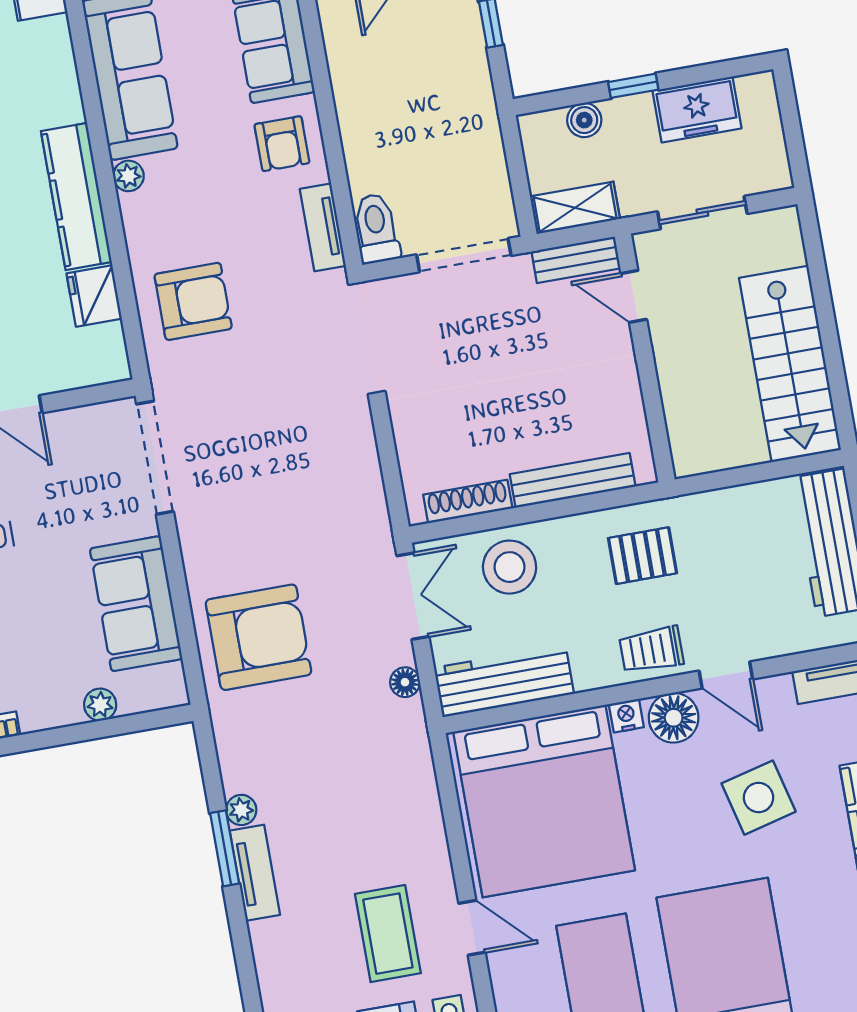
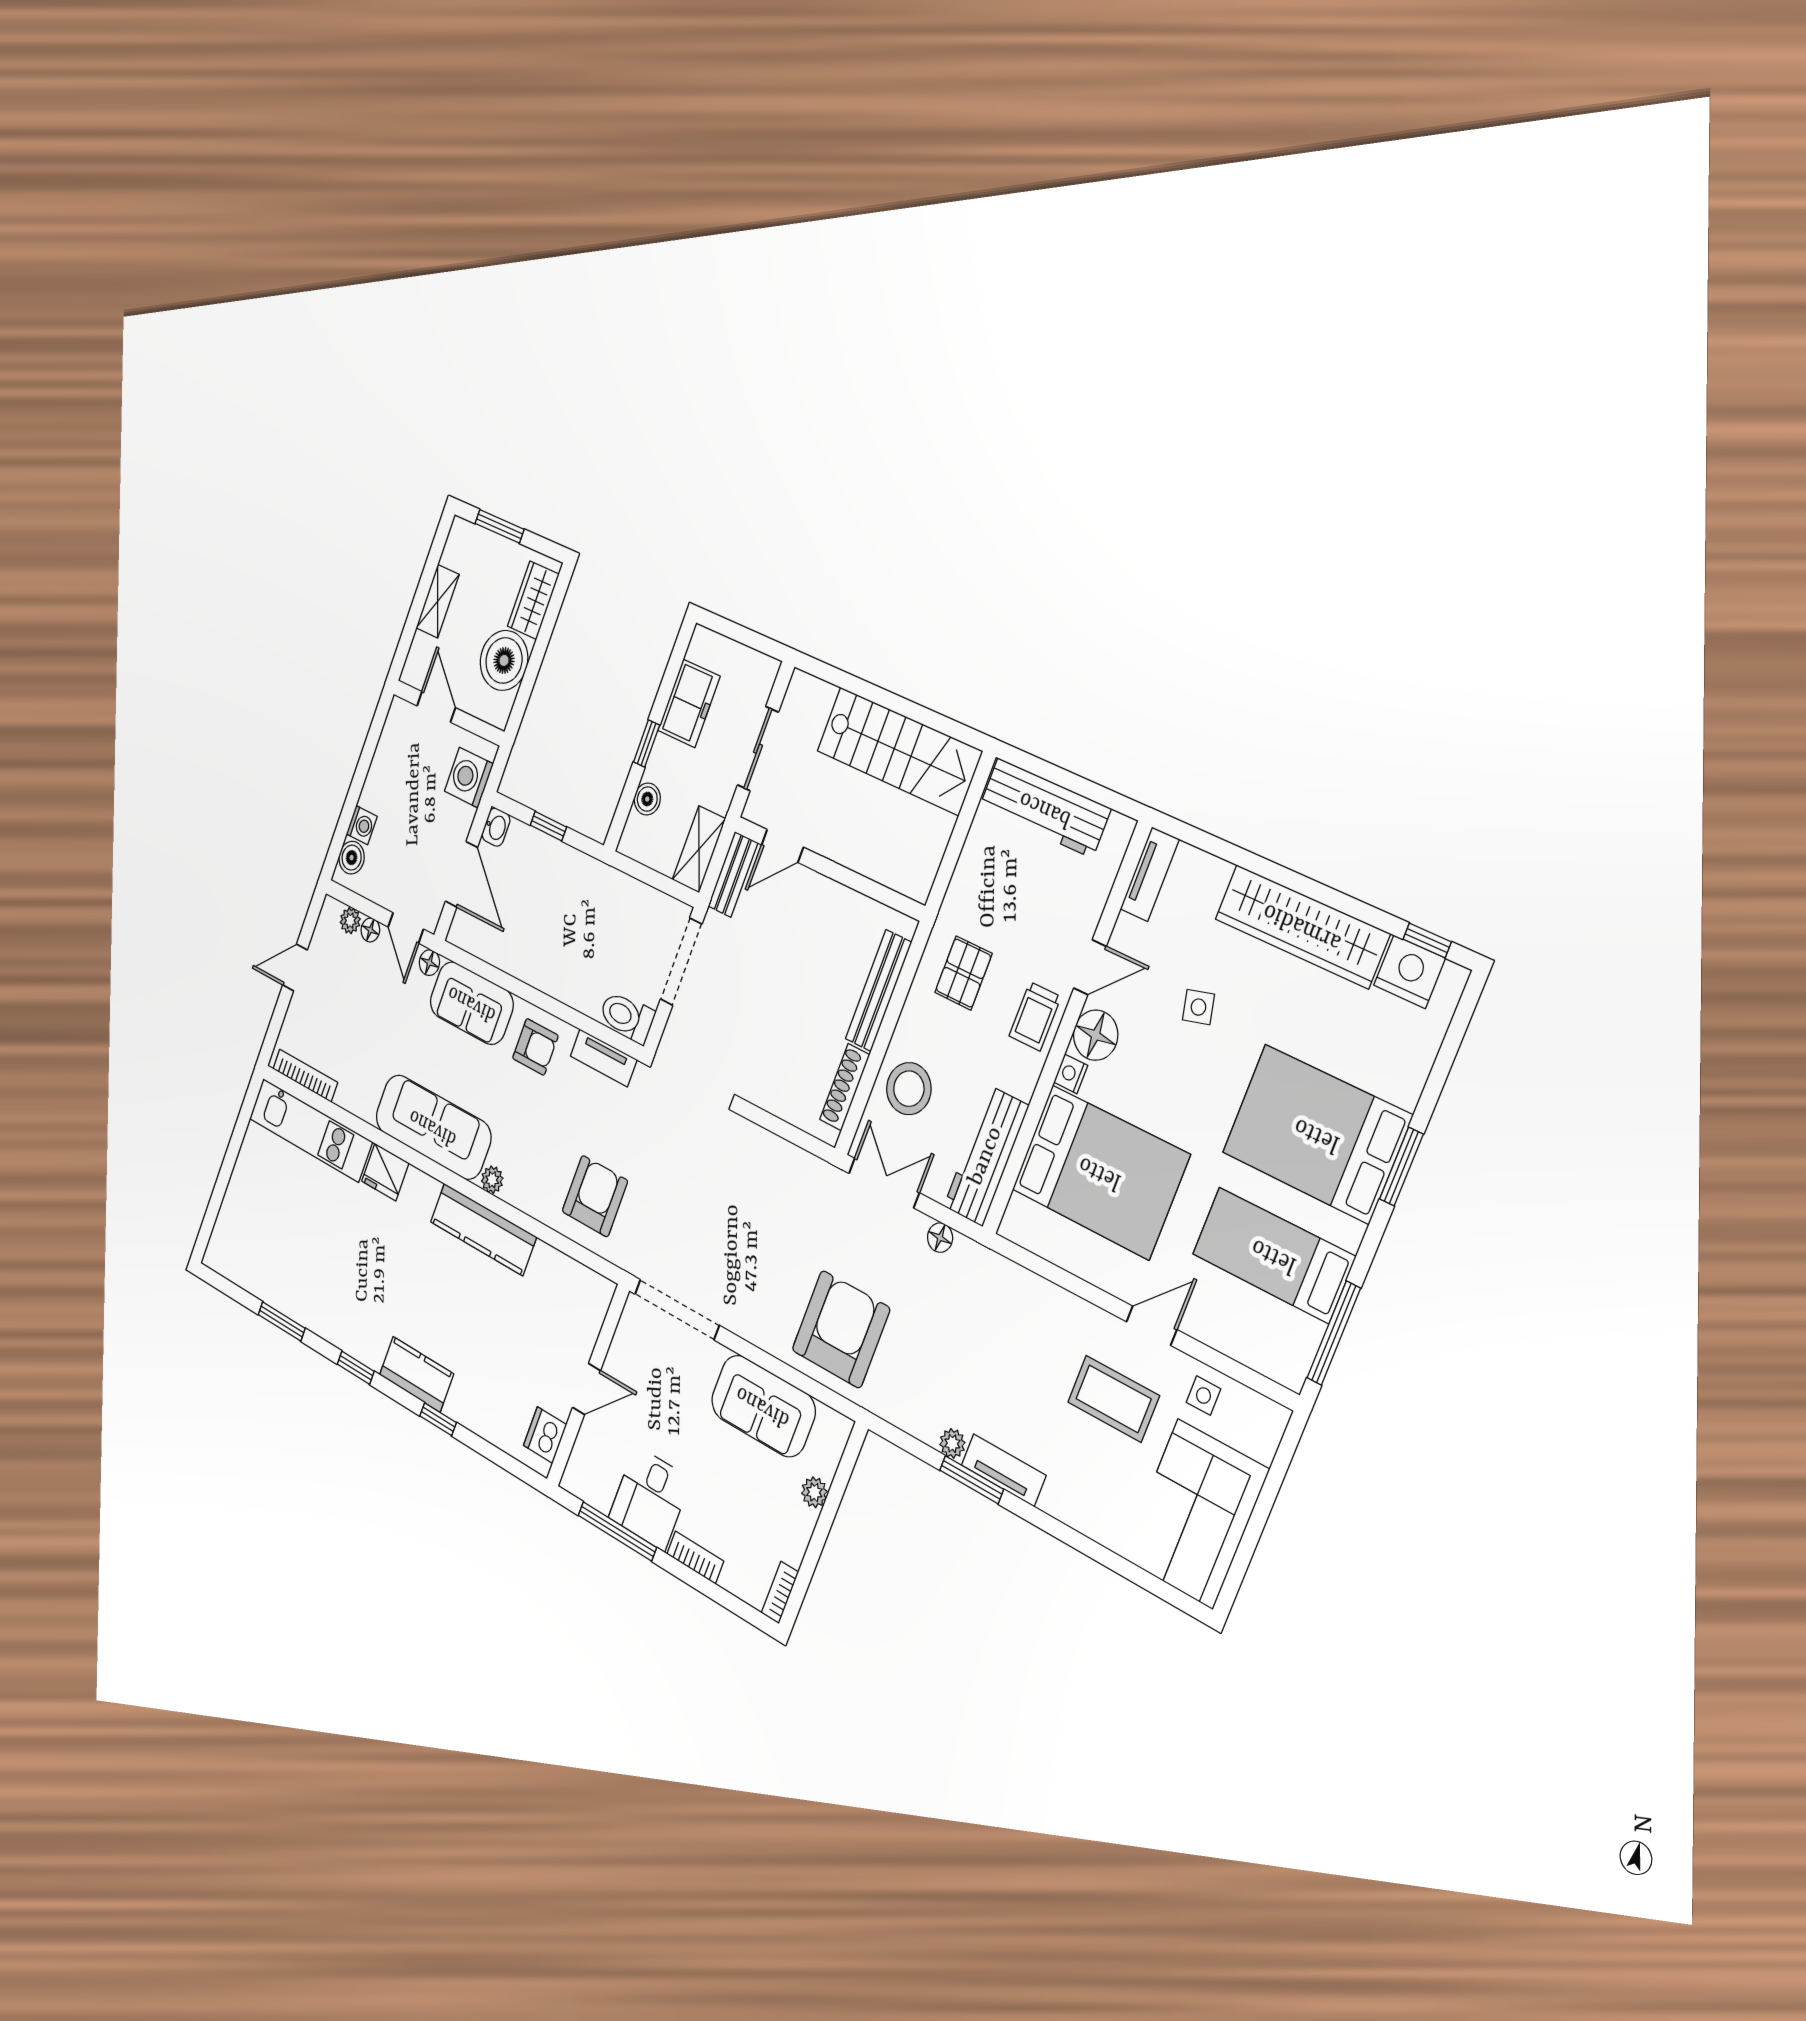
fridge: (94, 296) -> (385, 1172), moved
side table: (759, 798) -> (1198, 1007), width x0.54, depth x0.54
bed: (544, 801) -> (1100, 1172), width x0.73

